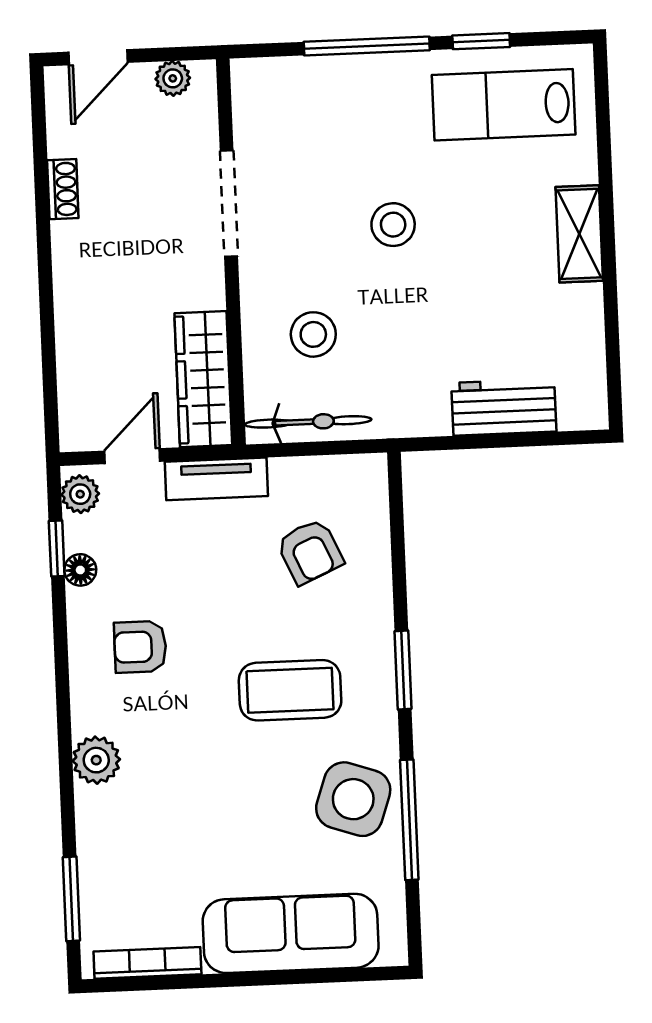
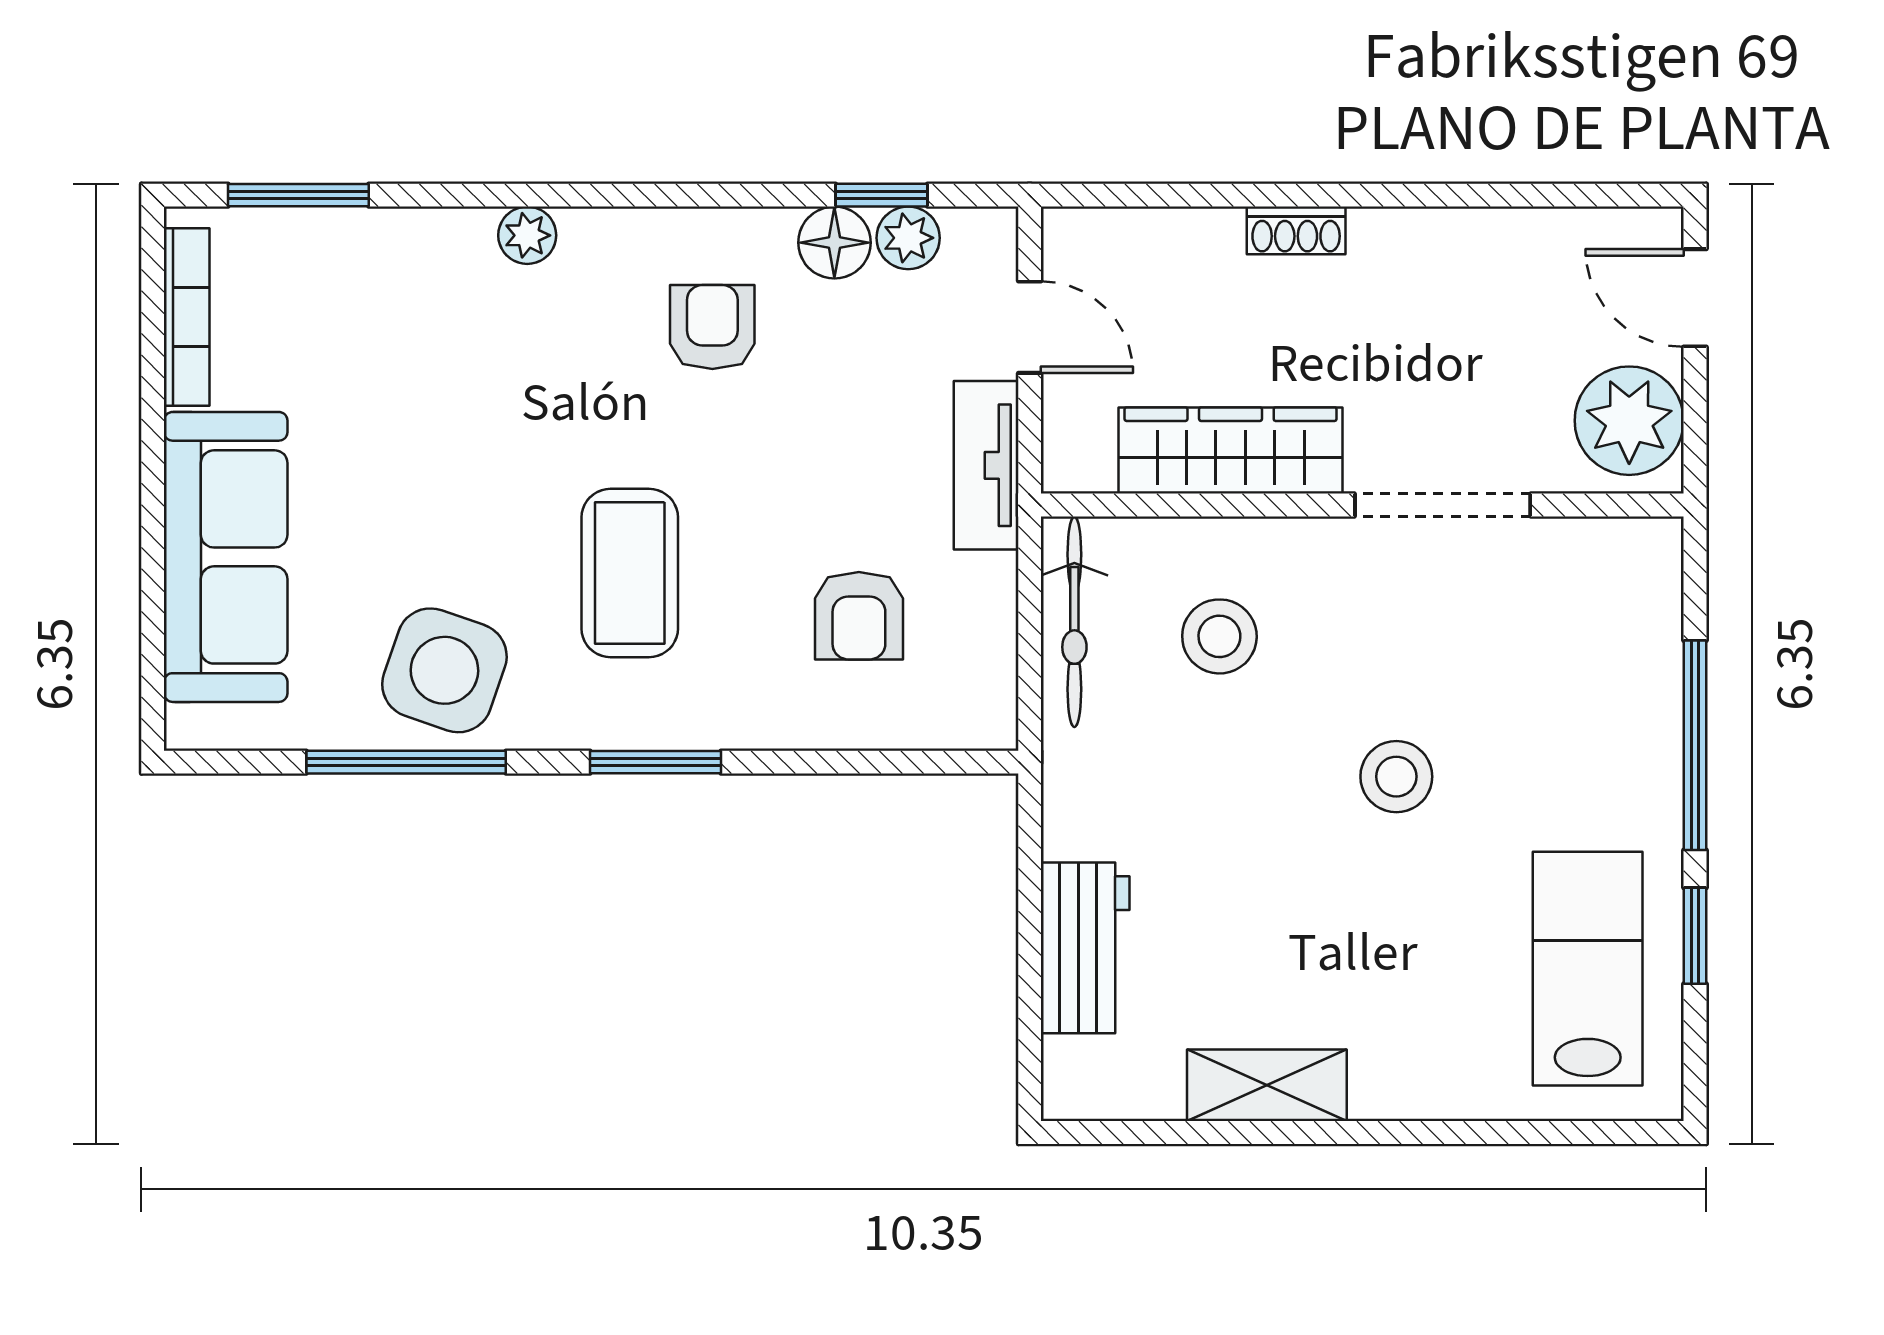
plant: (173, 78) -> (1629, 421), width x1.87, depth x1.87
shoe rack: (63, 189) -> (1296, 230), moved
shelving: (579, 234) -> (1267, 1085), moved
wardrobe: (203, 379) -> (1231, 450), moved
plant: (80, 494) -> (908, 238), moved
armchair: (310, 552) -> (859, 616), turned -66
floor lamp: (80, 570) -> (834, 243), width x1.37, depth x1.37
plant: (96, 760) -> (527, 235), width x0.73, depth x0.73

